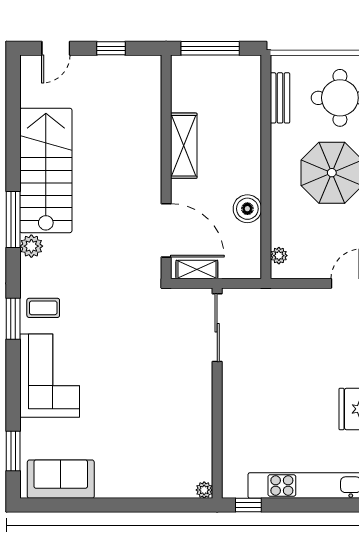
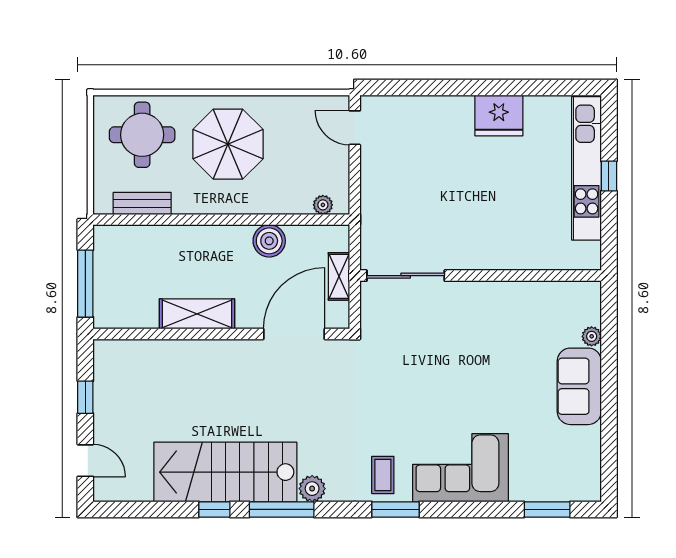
window: (13, 161) -> (214, 509), added
shelving: (197, 270) -> (339, 276), moved
sofa: (61, 479) -> (579, 386), moved
plant: (204, 490) -> (592, 336), moved
window: (248, 505) -> (609, 176), moved

